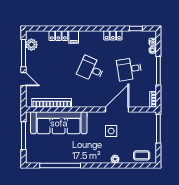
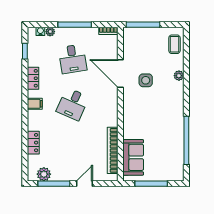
filing cabinet: (74, 37) -> (35, 104), moved
sofa: (59, 123) -> (133, 157), width x0.54, depth x0.79

